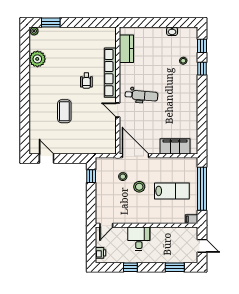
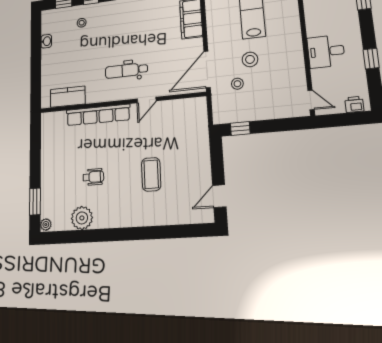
wheelchair: (86, 81) -> (93, 177), moved
dental chair: (141, 96) -> (126, 70), turned -95
coffee table: (64, 111) -> (151, 174), turned 90

